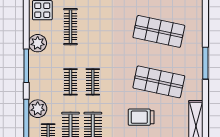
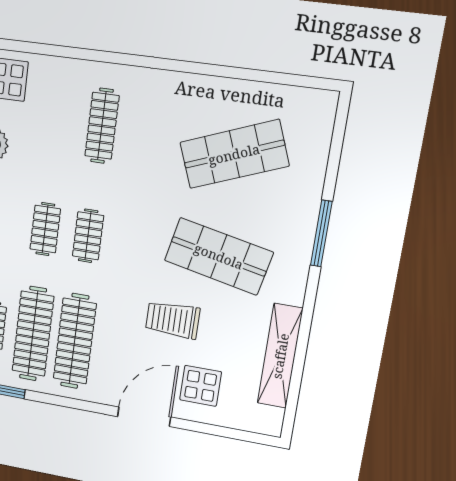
clothes rail: (70, 27) -> (102, 126), moved
shop shelf: (159, 31) -> (234, 154), turned -33

